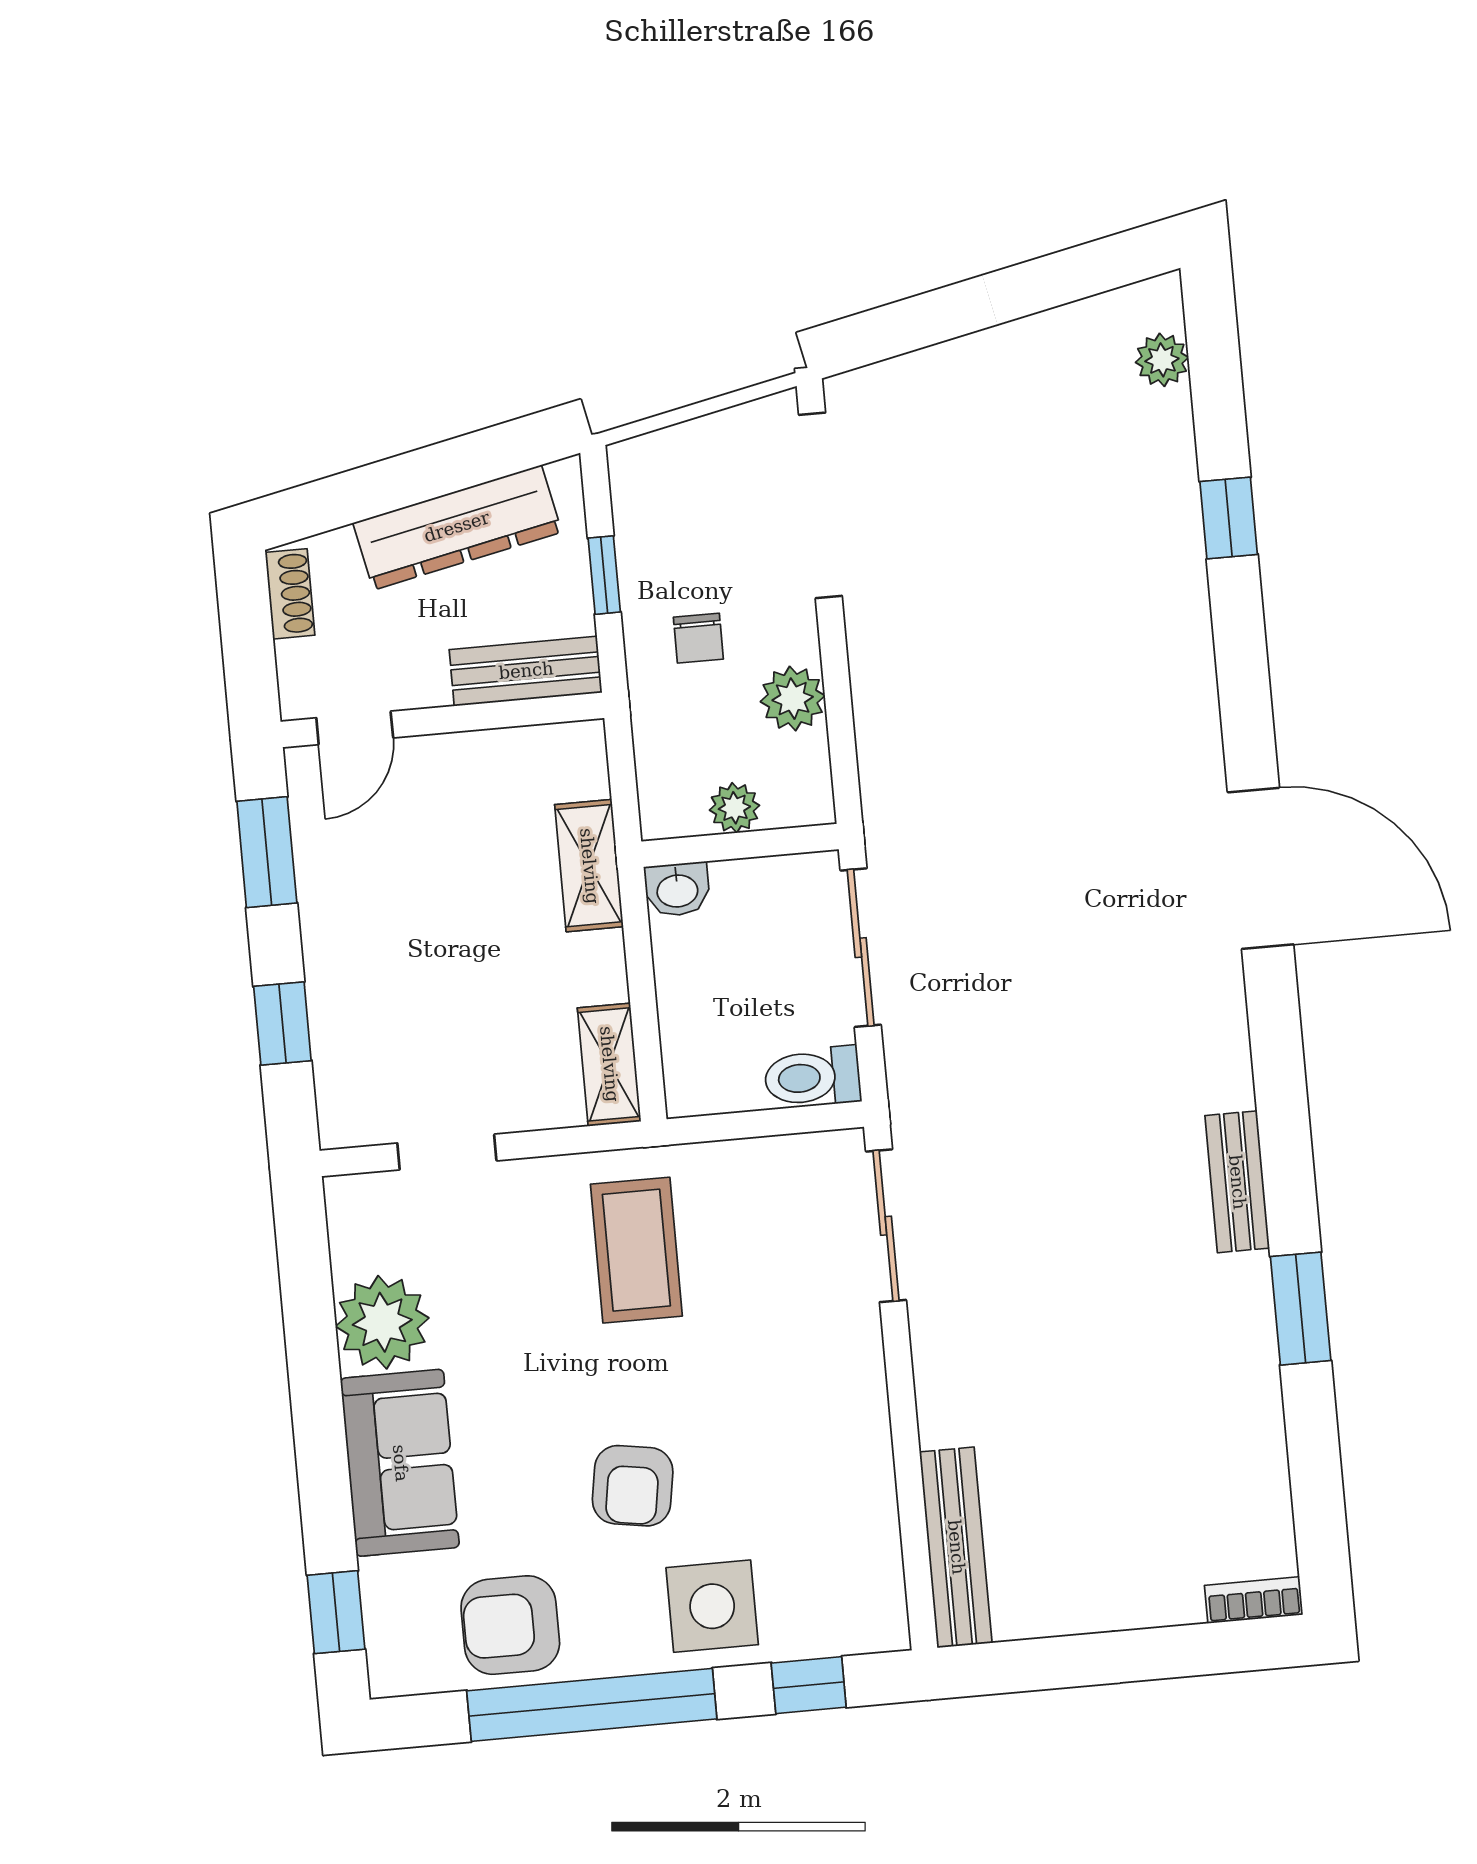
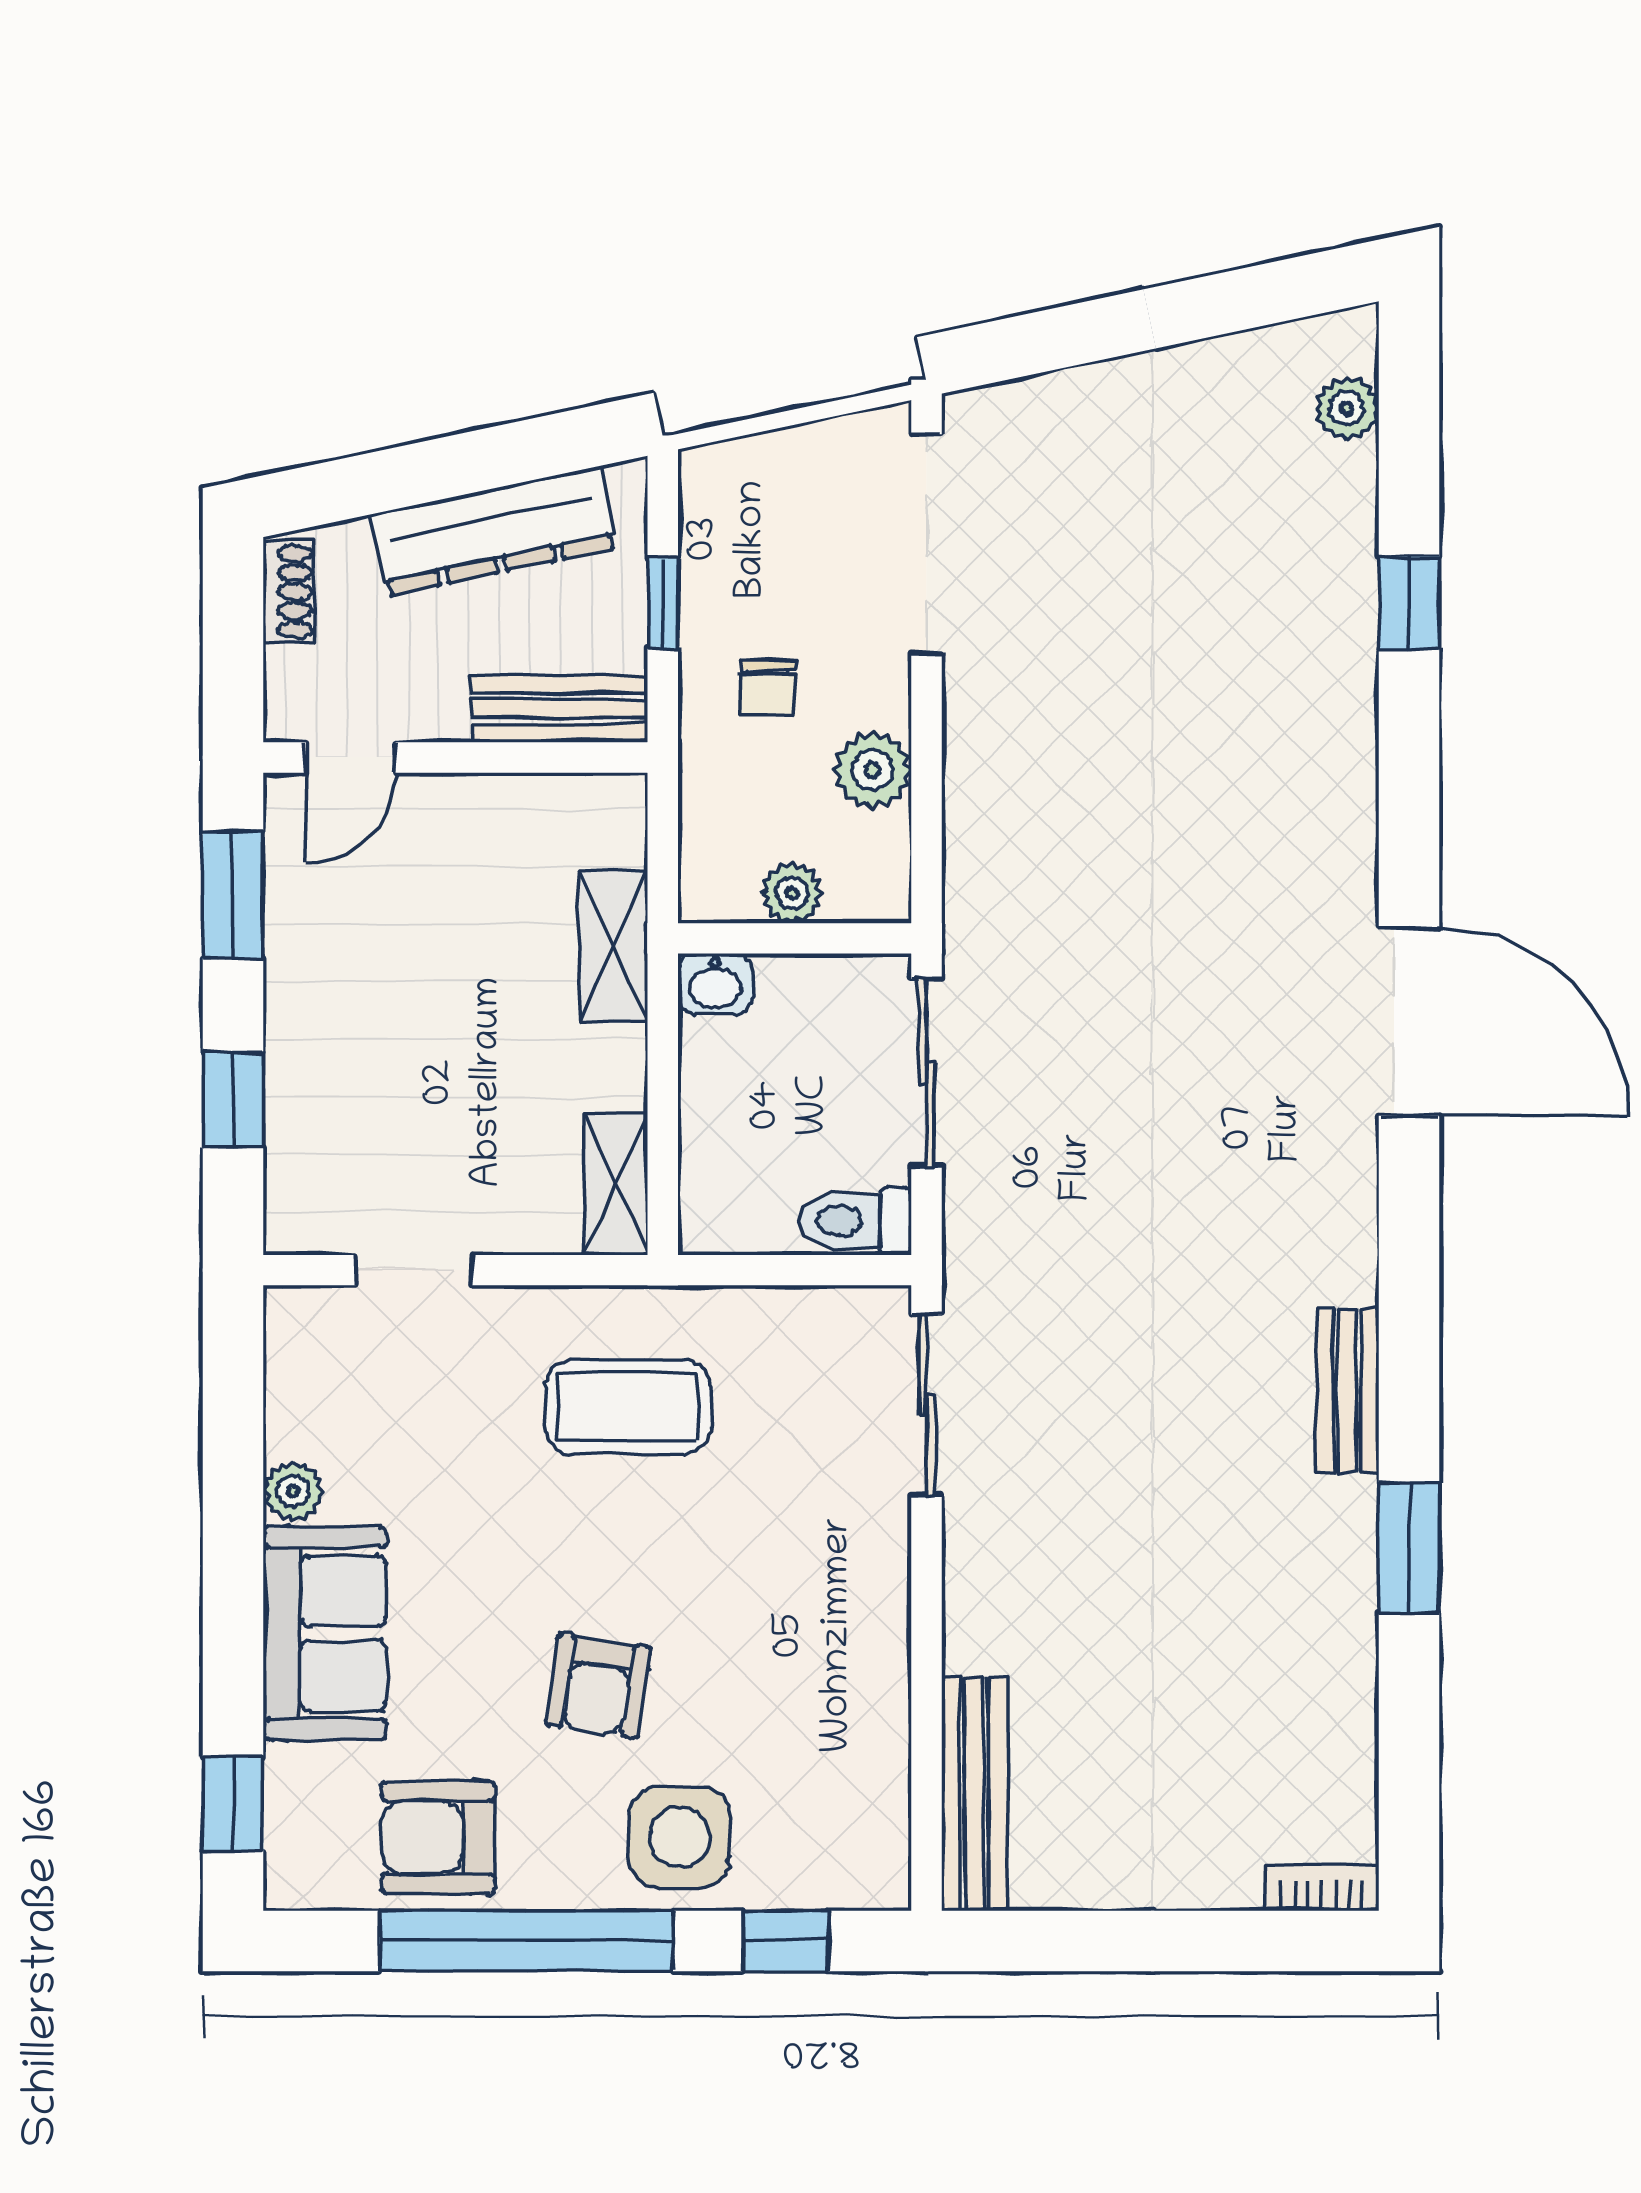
coffee table: (636, 1250) -> (628, 1407), turned 90
plant: (382, 1322) -> (293, 1491), width x0.53, depth x0.53

